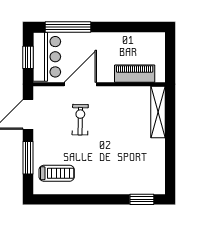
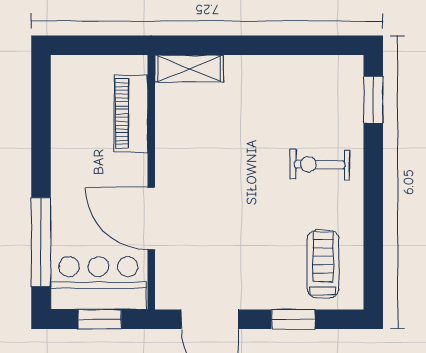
shelving: (158, 112) -> (189, 69), width x0.68
exercise bike: (80, 120) -> (320, 165), moved
window: (28, 158) -> (293, 319), width x0.69

